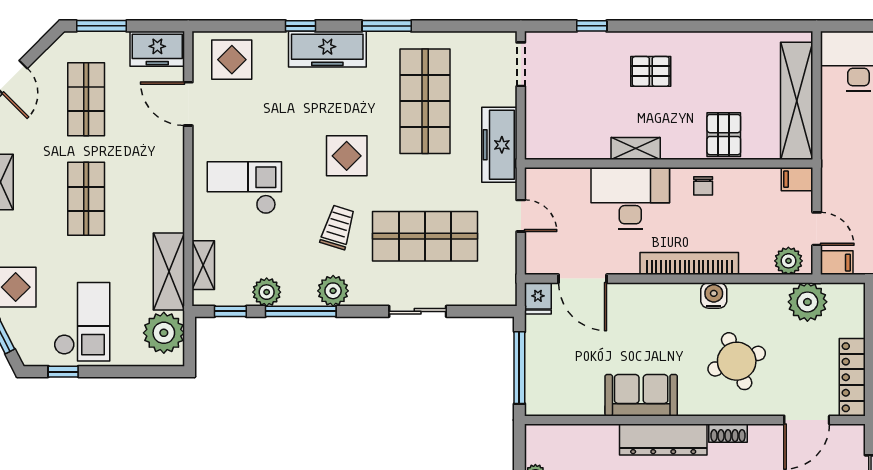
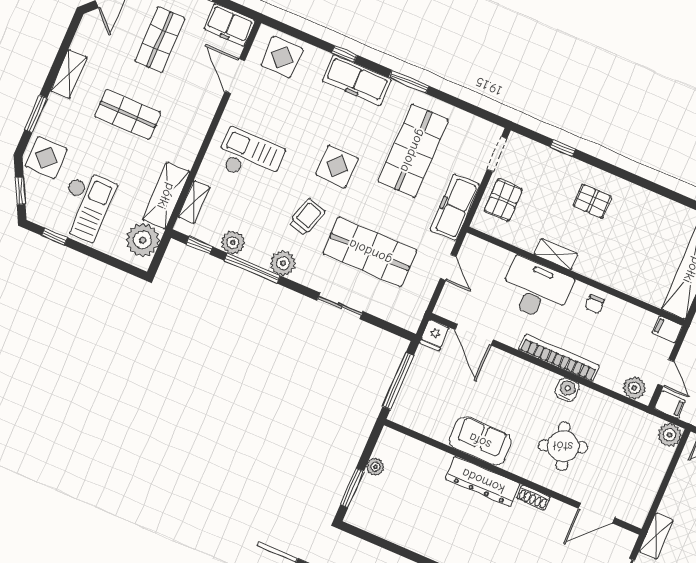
pallet: (724, 135) -> (503, 200), moved
shop shelf: (86, 199) -> (128, 114), turned 90
plant: (807, 302) -> (670, 435), moved, width x0.73, depth x0.73
locker: (852, 377) -> (645, 496), removed

